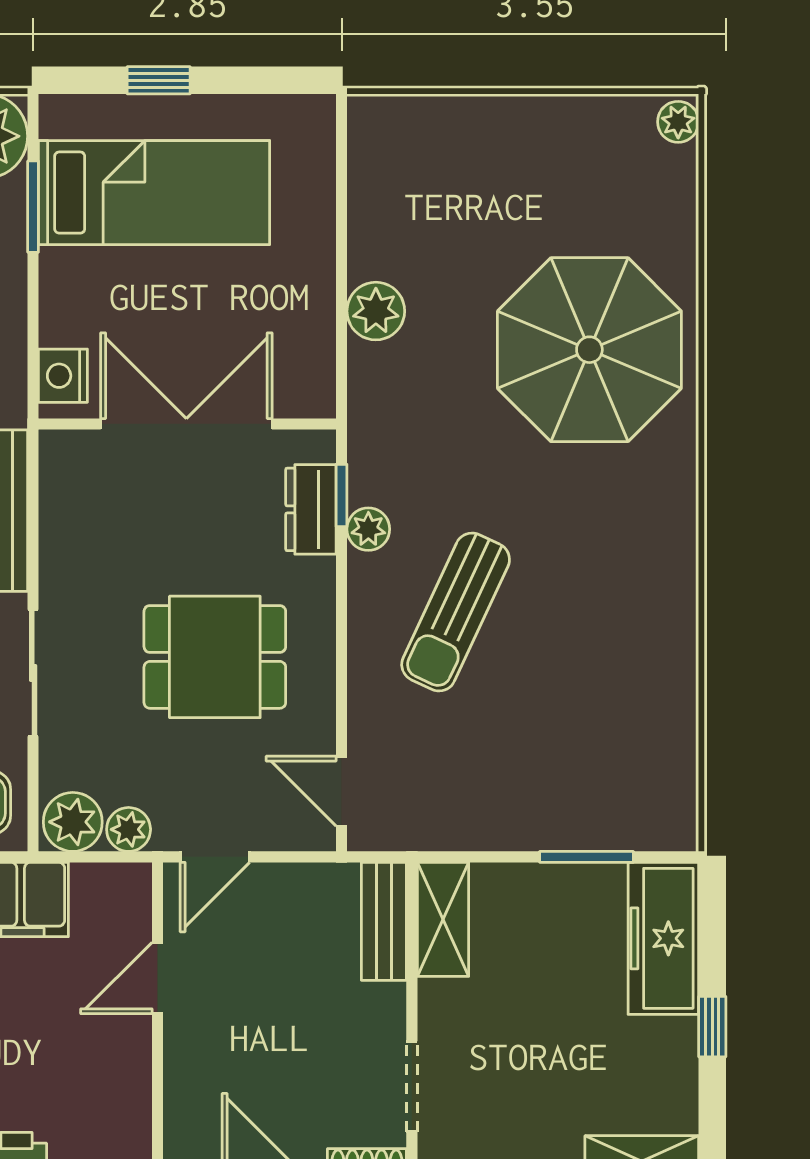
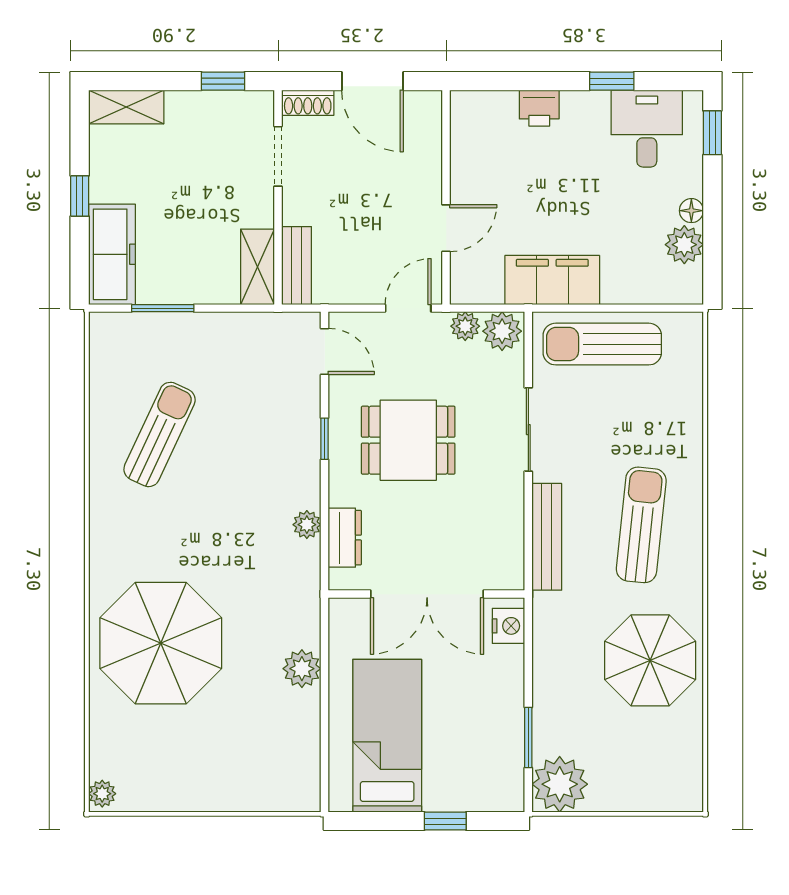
bed: (154, 193) -> (387, 736), moved, turned 90
window: (342, 495) -> (325, 439), moved
sun lounger: (456, 612) -> (160, 434), moved

